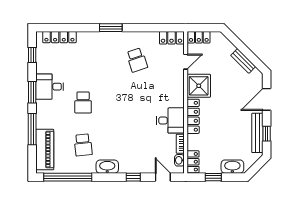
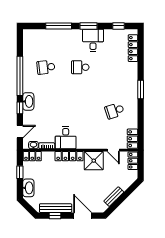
piano: (45, 150) -> (42, 36), removed
washbasin: (107, 167) -> (28, 101), moved
window: (68, 177) -> (20, 76), moved

